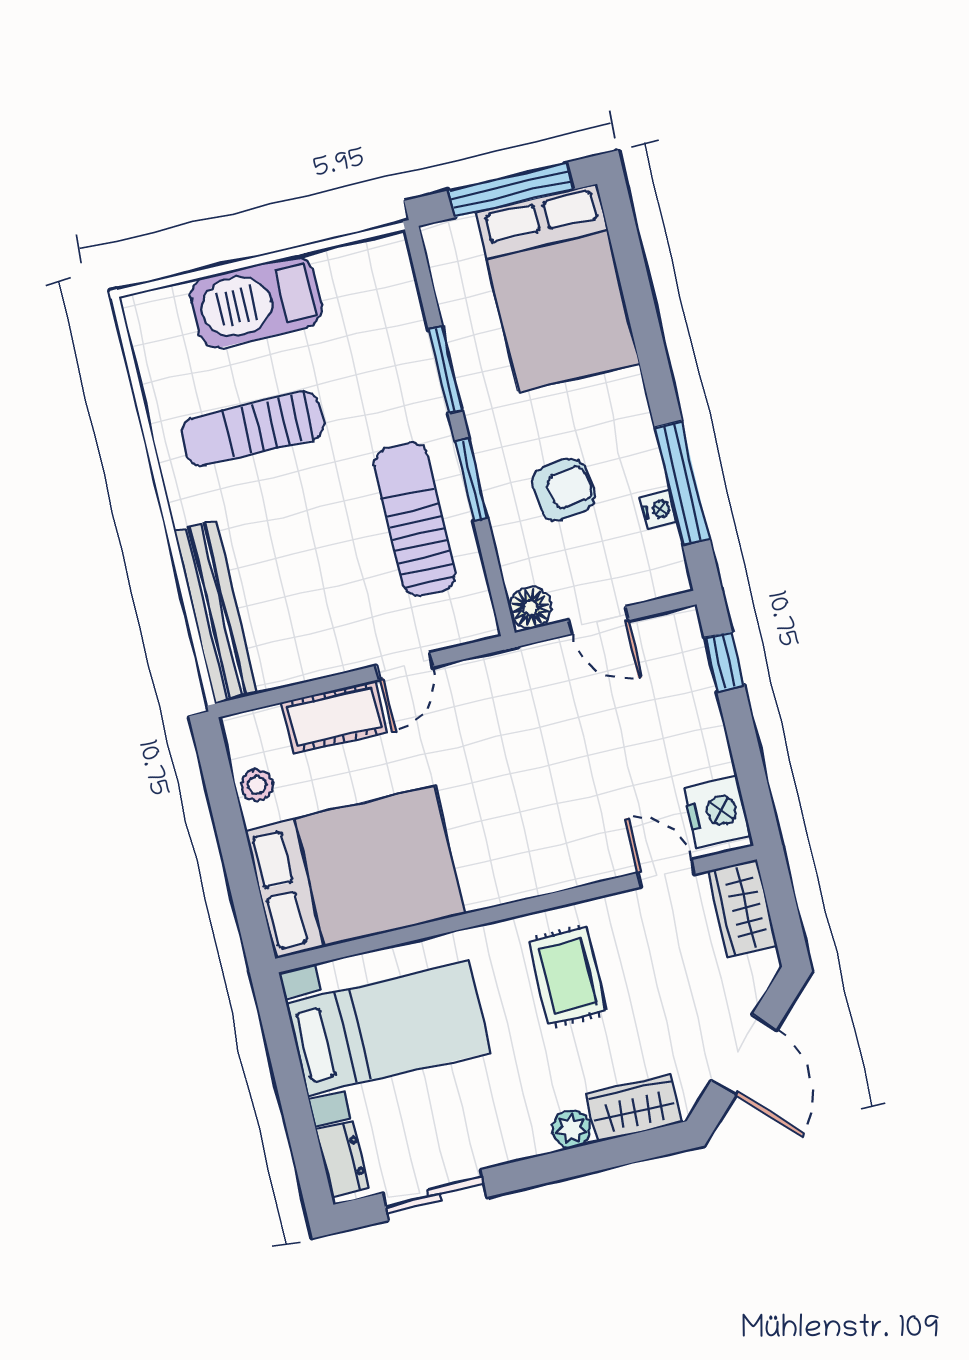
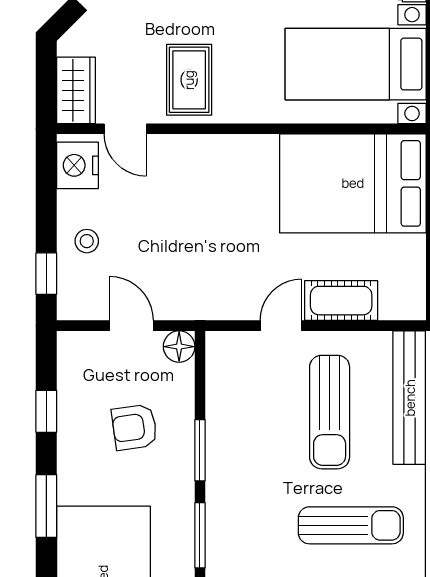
window: (653, 360) -> (46, 506), added
window: (682, 483) -> (46, 411), width x0.46
nightstand: (658, 509) -> (68, 396), removed
sun lounger: (415, 519) -> (330, 412), moved
stool: (257, 785) -> (87, 241), moved
rug: (568, 976) -> (189, 80), moved

